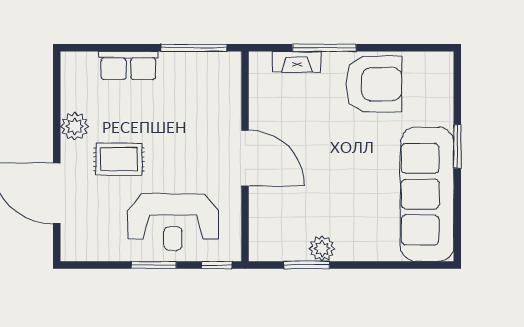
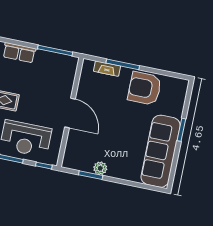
armchair: (374, 84) -> (145, 88), turned 180

